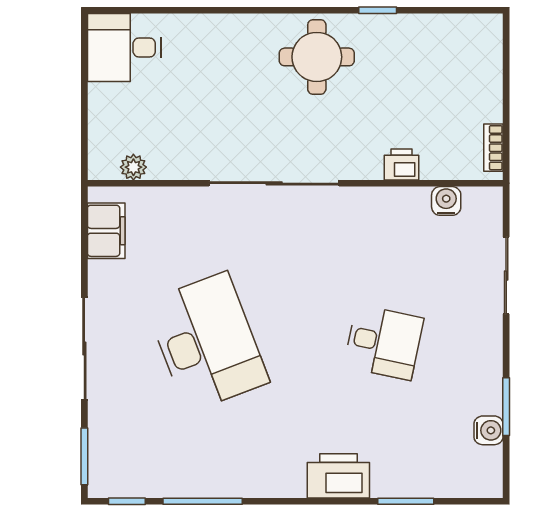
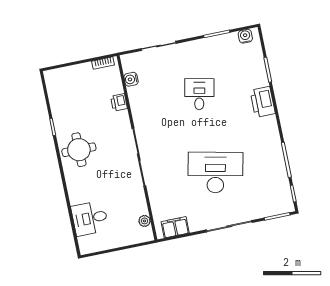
desk: (124, 48) -> (90, 218), moved, turned 90
desk: (207, 342) -> (215, 172), turned 33
water cooler: (489, 430) -> (245, 36), moved

